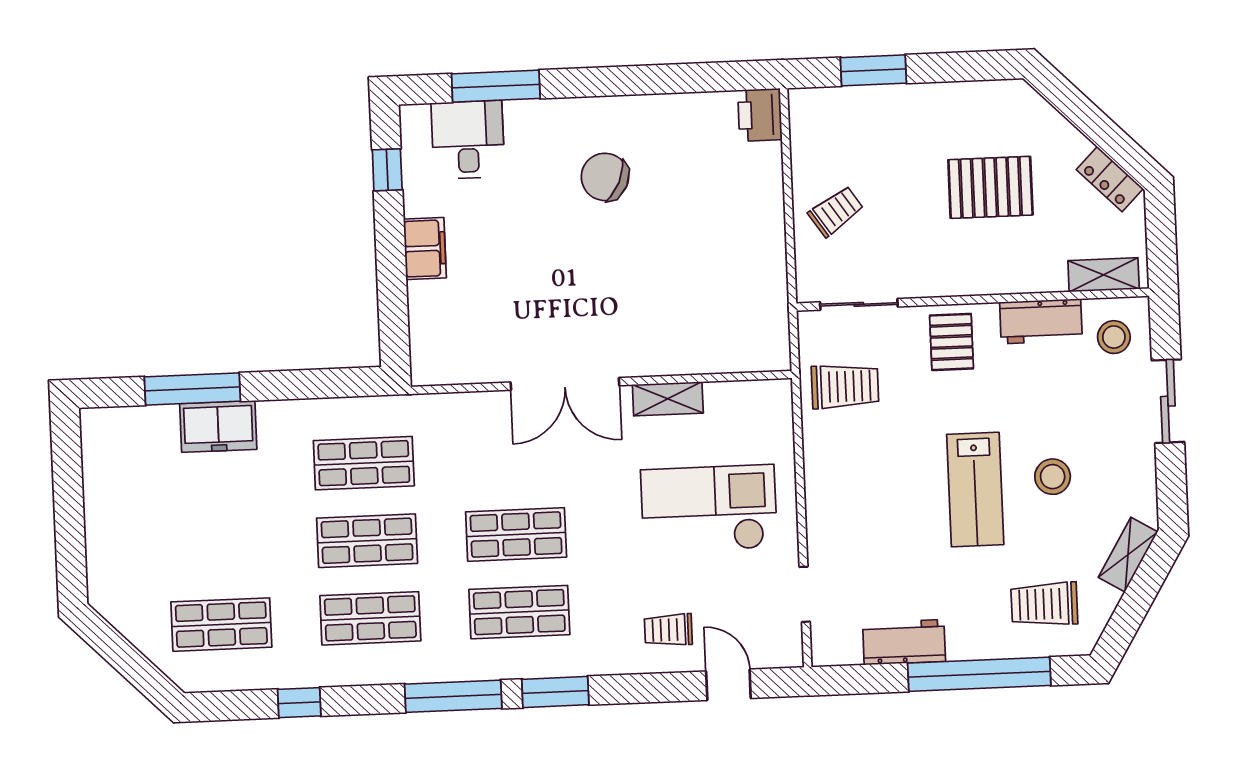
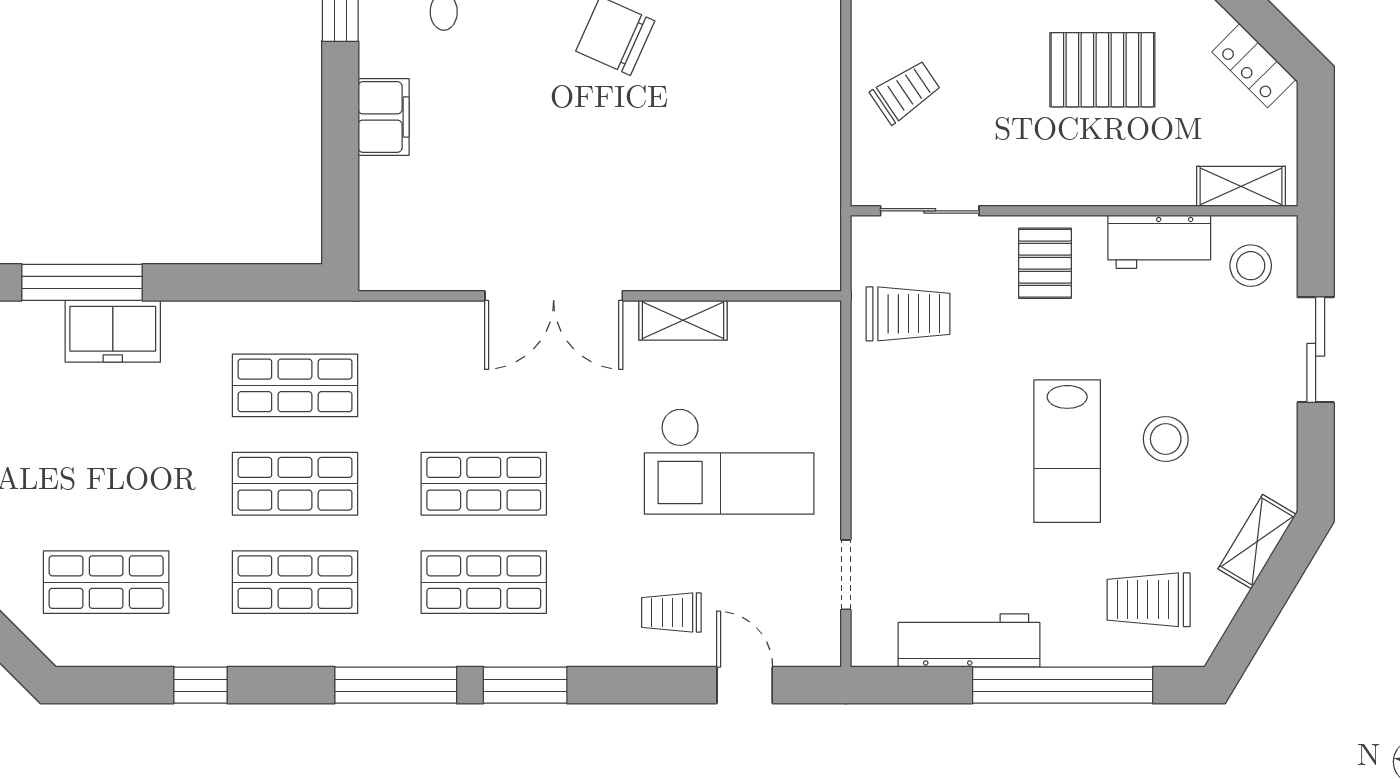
checkout: (709, 509) -> (729, 461), turned 180
workbench: (904, 642) -> (969, 641), width x1.37

